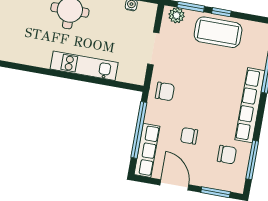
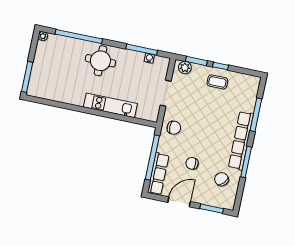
coffee table: (218, 32) -> (217, 82), width x0.54, depth x0.58
chair: (227, 155) -> (222, 179), turned -138
window: (252, 160) -> (246, 162), moved
door: (174, 185) -> (179, 202), hinge flipped

